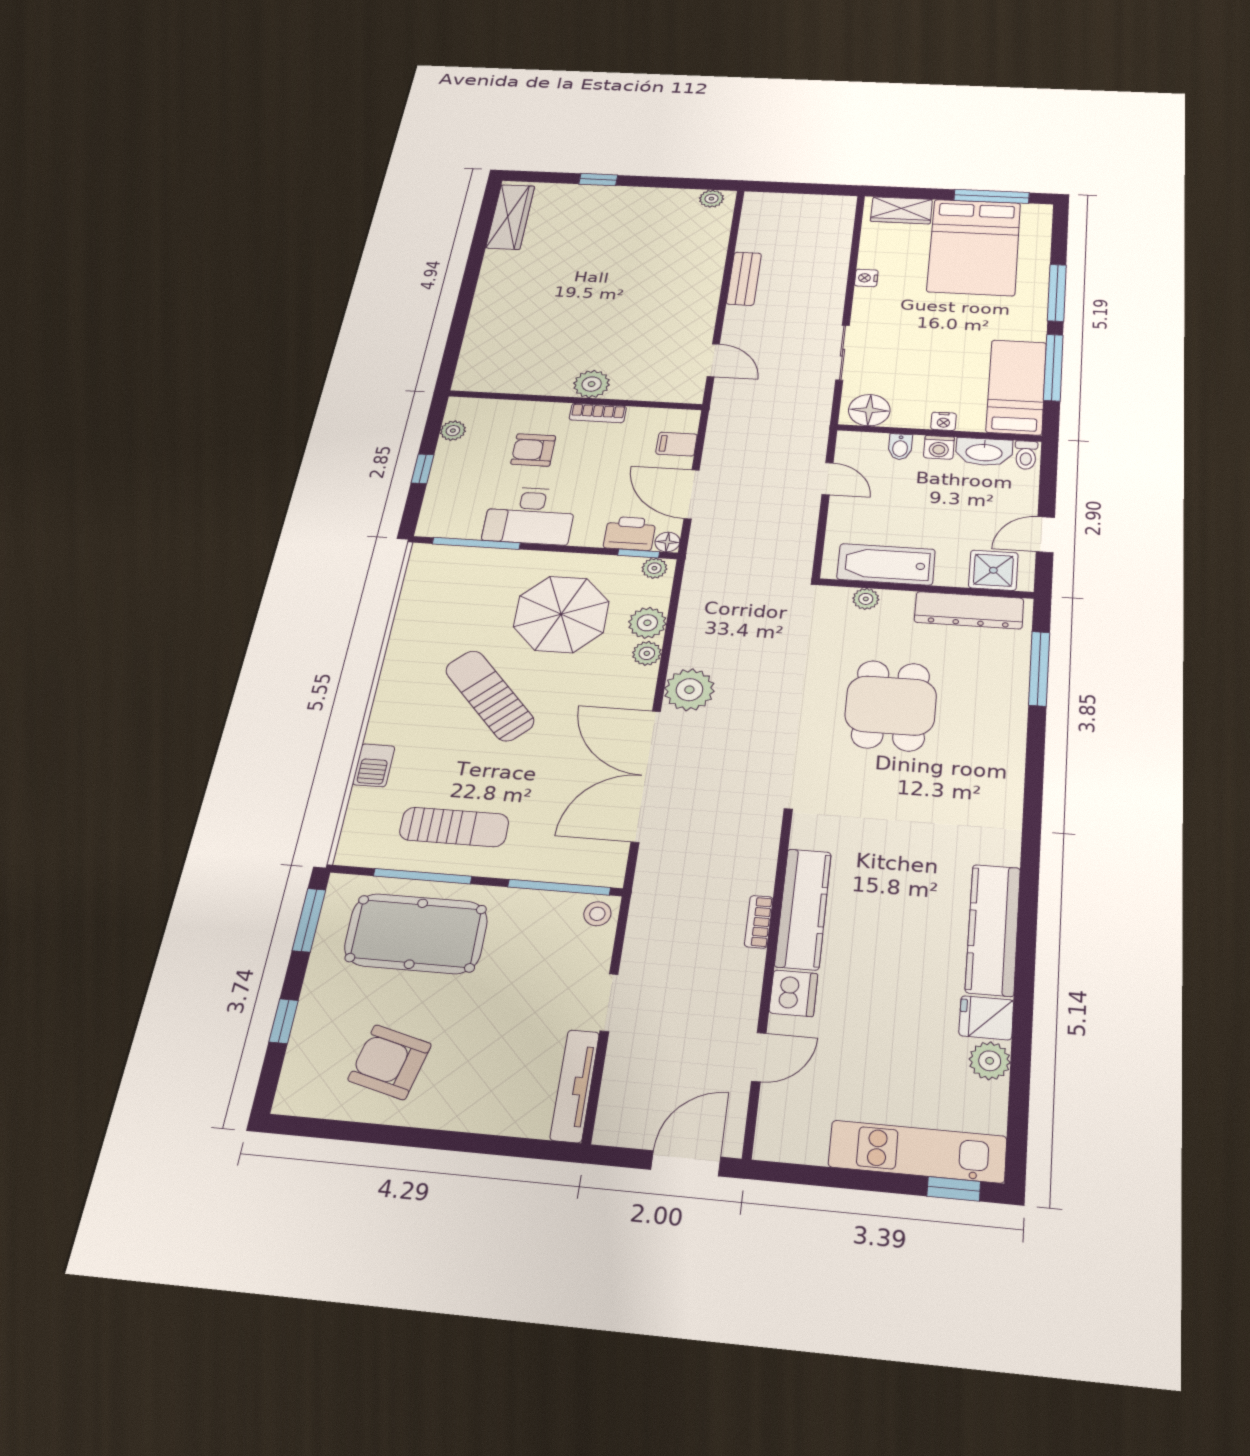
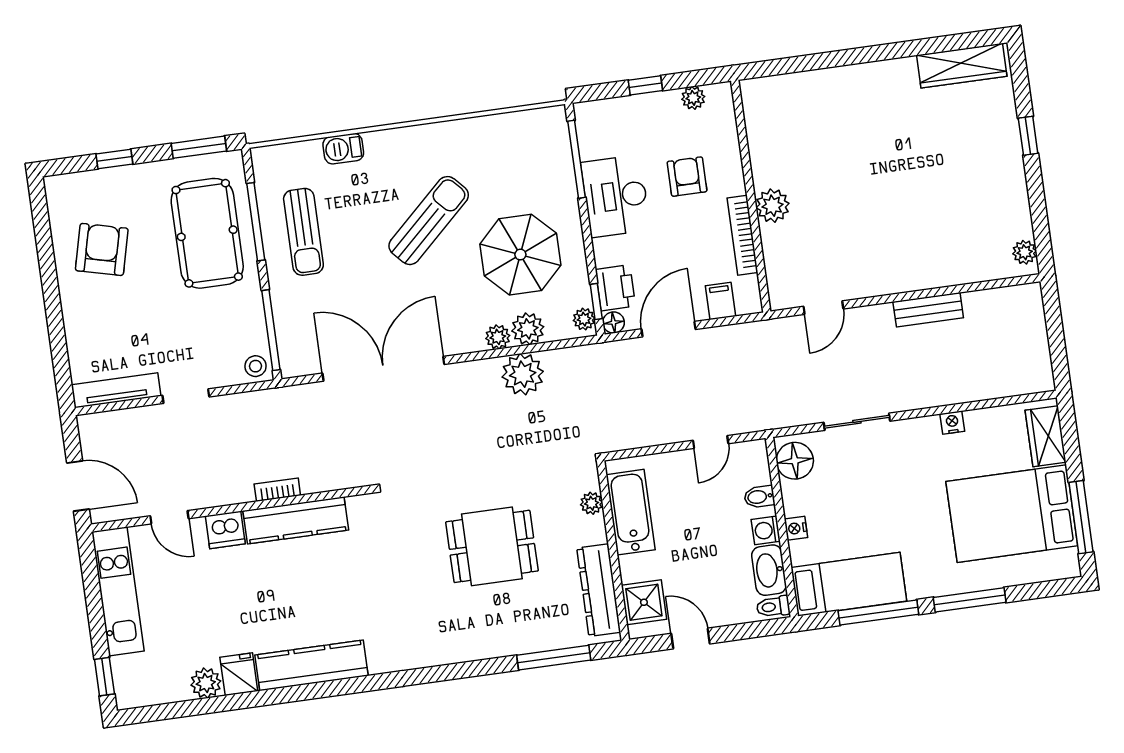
bookcase: (598, 413) -> (742, 235), width x1.56
plant: (689, 690) -> (523, 374), moved
kitchen unit: (918, 1152) -> (118, 591), moved

